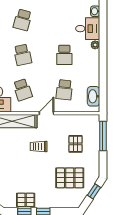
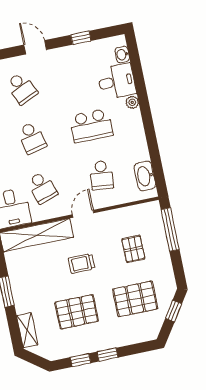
school desk: (23, 20) -> (22, 88), turned -39
school desk: (64, 55) -> (91, 126), width x1.85
pallet: (26, 200) -> (77, 312), moved, width x1.50, depth x1.42

